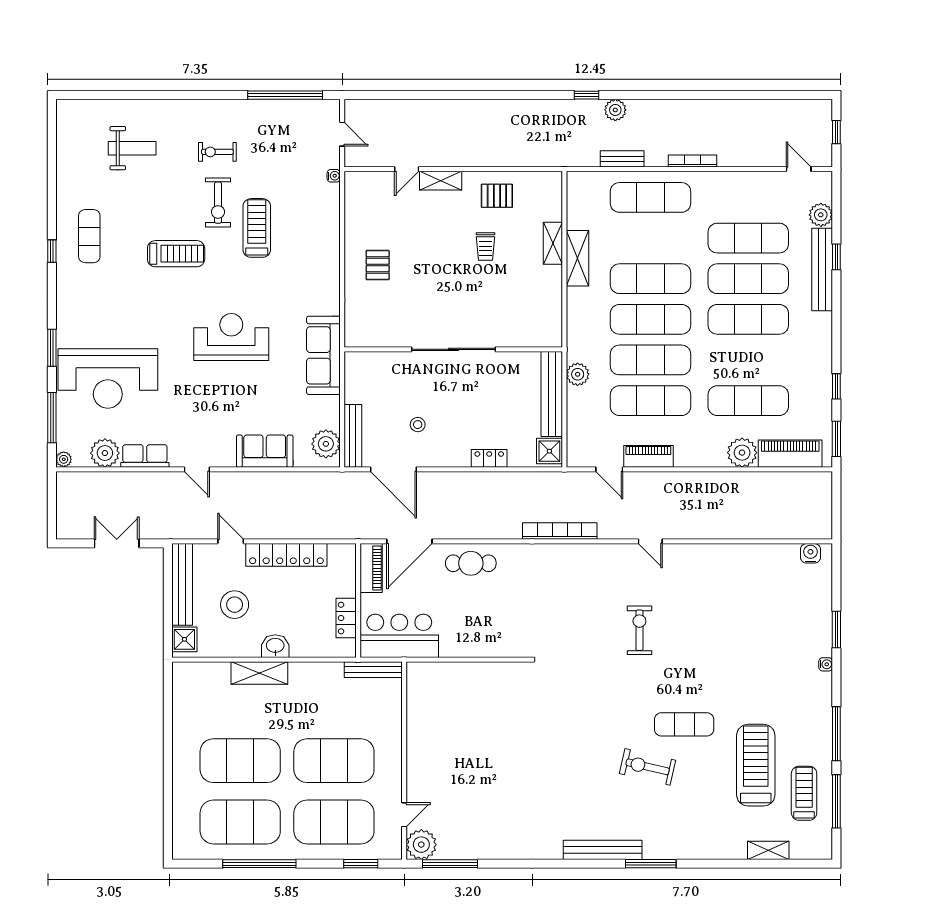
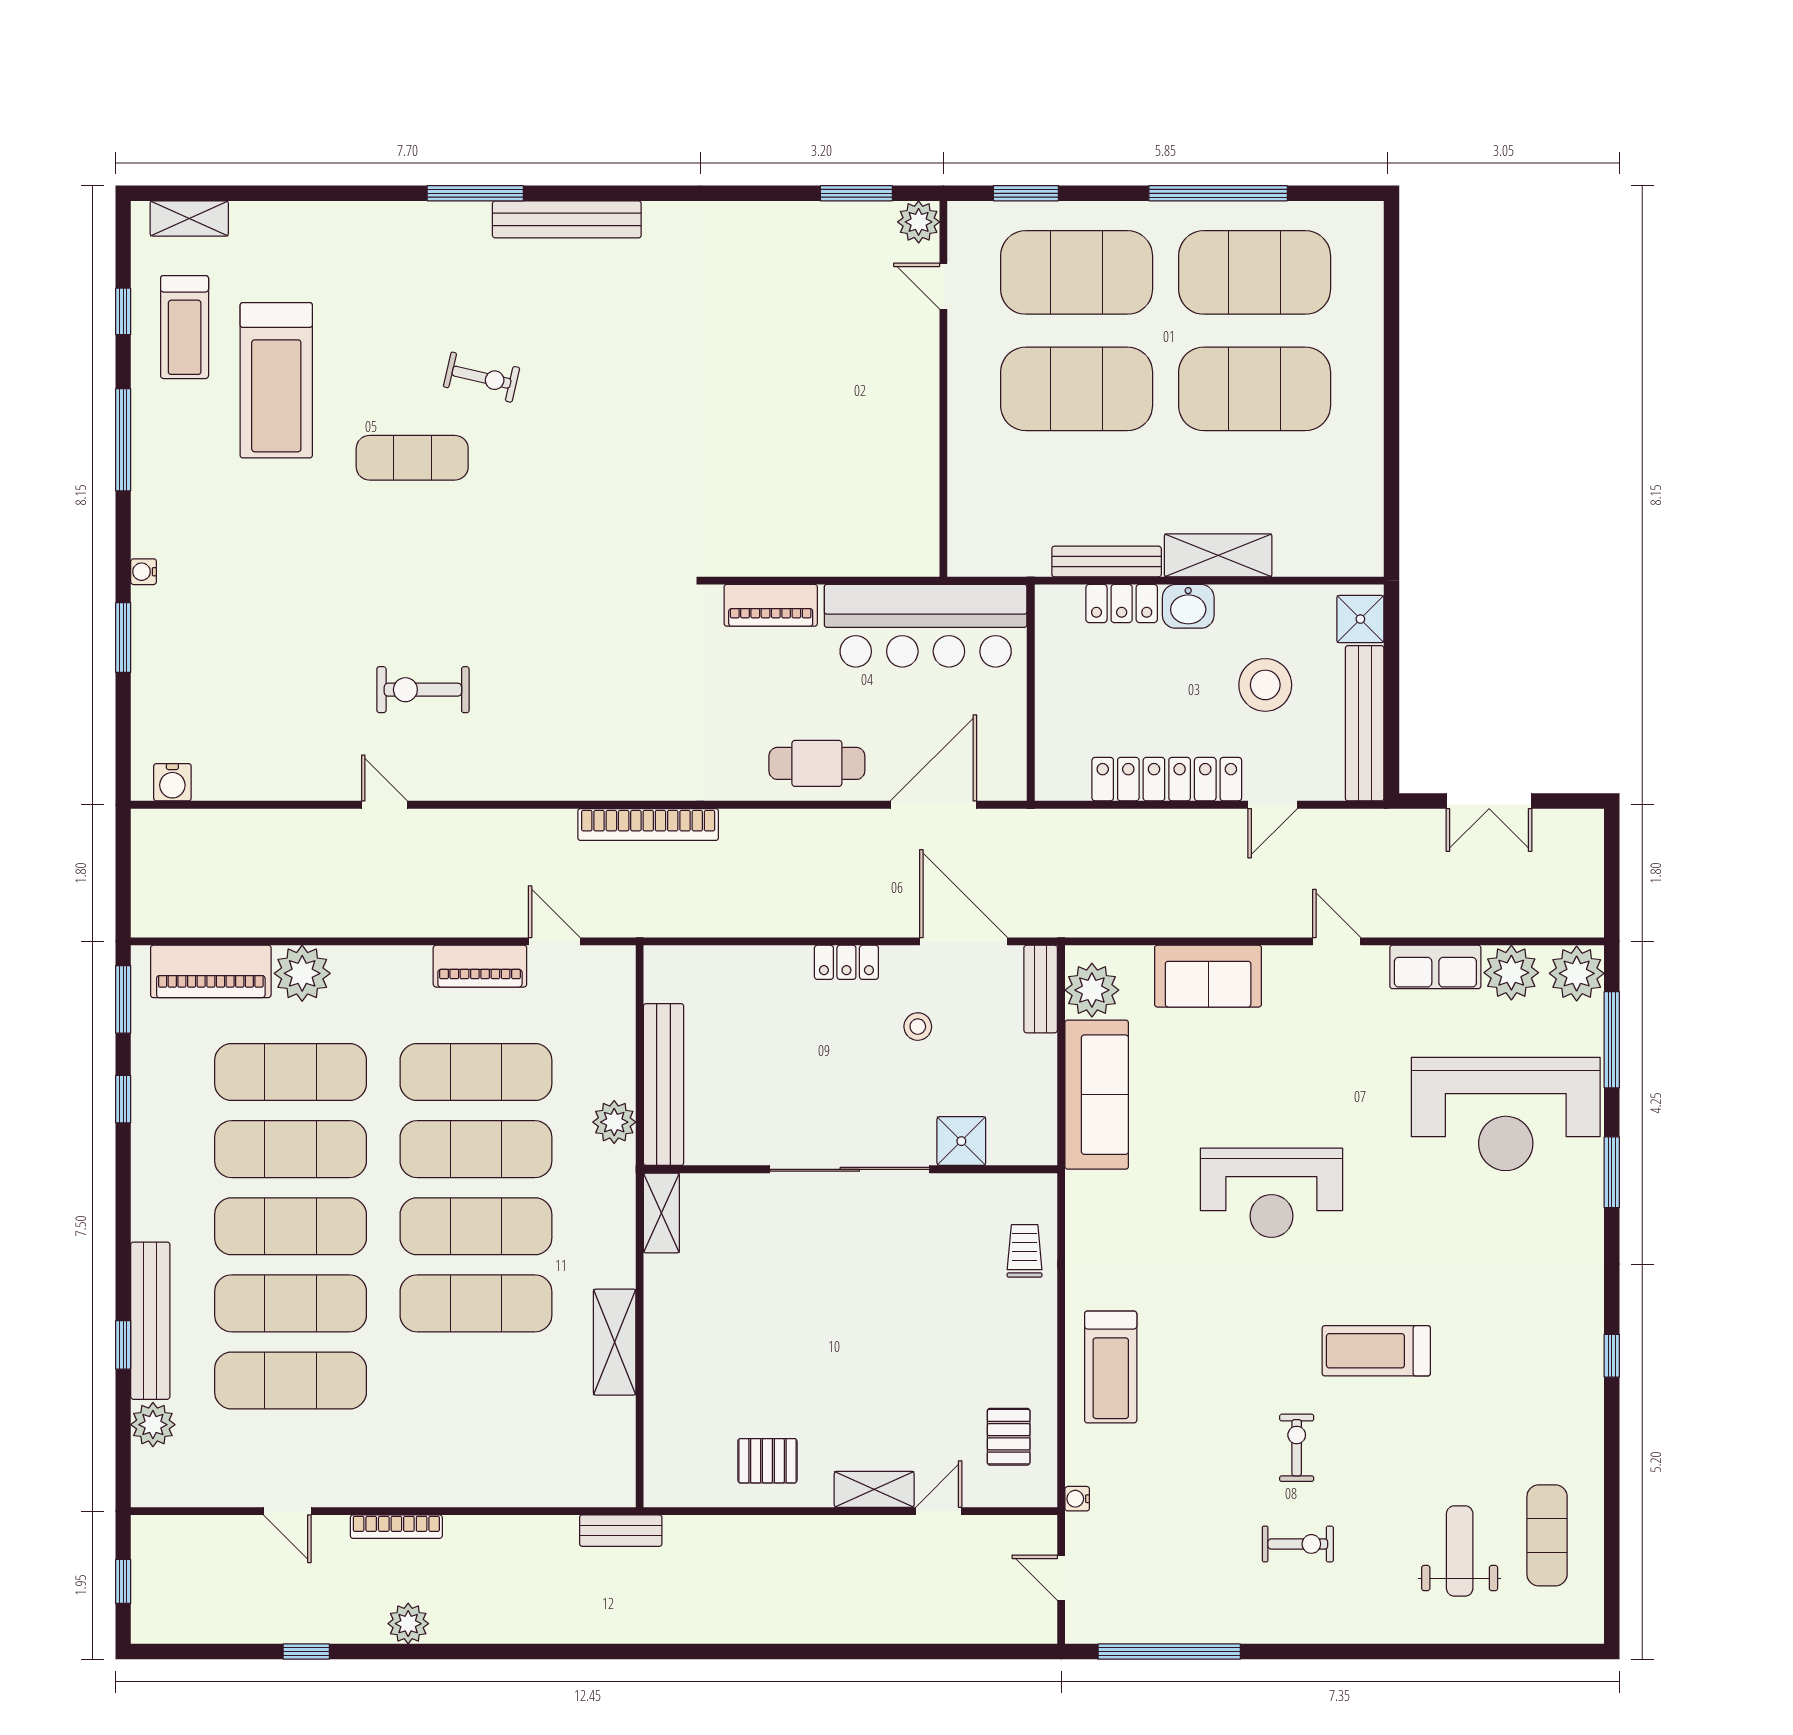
window: (586, 95) -> (306, 1652), moved
plant: (615, 110) -> (408, 1624), moved
weight bench: (132, 148) -> (1460, 1551), turned 90
bench: (622, 159) -> (621, 1531), moved
door: (799, 169) -> (287, 1511), moved
exercise mat: (650, 197) -> (291, 1149), moved
exercise bike: (218, 203) -> (1297, 1448), width x0.73, depth x0.72
treadmill: (257, 228) -> (1111, 1367), moved
exercise mat: (89, 236) -> (1547, 1535), moved
shelving: (553, 243) -> (661, 1213), moved
trolley: (486, 247) -> (1025, 1251), moved
pallet: (378, 265) -> (1009, 1437), moved
sofa: (323, 355) -> (1097, 1095), moved
reception desk: (108, 379) -> (1506, 1114), turned 180
bench: (353, 436) -> (1041, 989), width x0.73
shower: (549, 451) -> (961, 1141), moved
locker: (489, 458) -> (846, 962), moved
plant: (64, 459) -> (1577, 973), width x1.88, depth x1.88
door: (231, 541) -> (1273, 805), hinge flipped
door: (650, 541) -> (384, 805), moved
piano: (371, 568) -> (771, 605), moved, turned -90
locker: (346, 618) -> (1122, 603), moved, turned 90
exercise bike: (639, 630) -> (423, 690), moved, turned 90
bar counter: (399, 636) -> (926, 626), width x1.36
bench: (373, 670) -> (1107, 562), moved
exercise bike: (648, 767) -> (482, 377), width x0.73, depth x0.72
window: (836, 801) -> (123, 311), width x0.46
door: (404, 815) -> (943, 286), hinge flipped
plant: (421, 845) -> (919, 222), width x0.73, depth x0.73
shelving: (768, 850) -> (189, 218), moved
window: (450, 864) -> (856, 193), width x0.69

